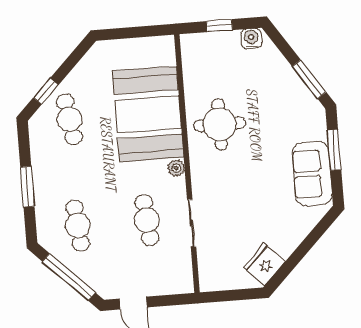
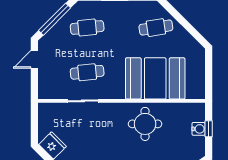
water cooler: (251, 39) -> (199, 129), moved
window: (46, 91) -> (175, 14), removed
plant: (176, 168) -> (119, 94), removed

